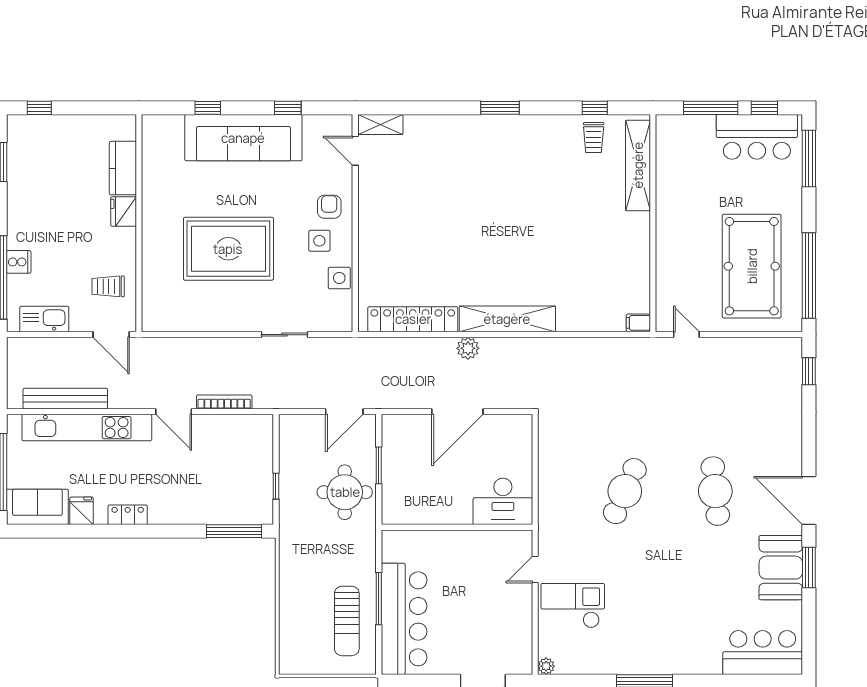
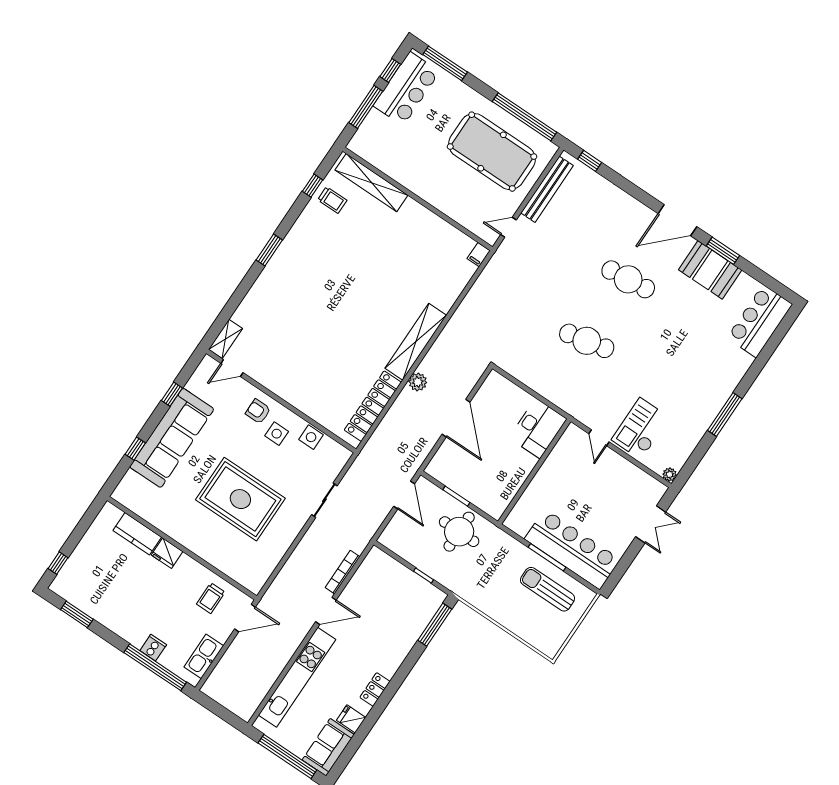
rug: (228, 249) -> (240, 499), turned 90
bench: (65, 399) -> (547, 189), moved
cafe table: (625, 491) -> (587, 341), turned -36
sun lounger: (347, 621) -> (548, 589), turned 180

